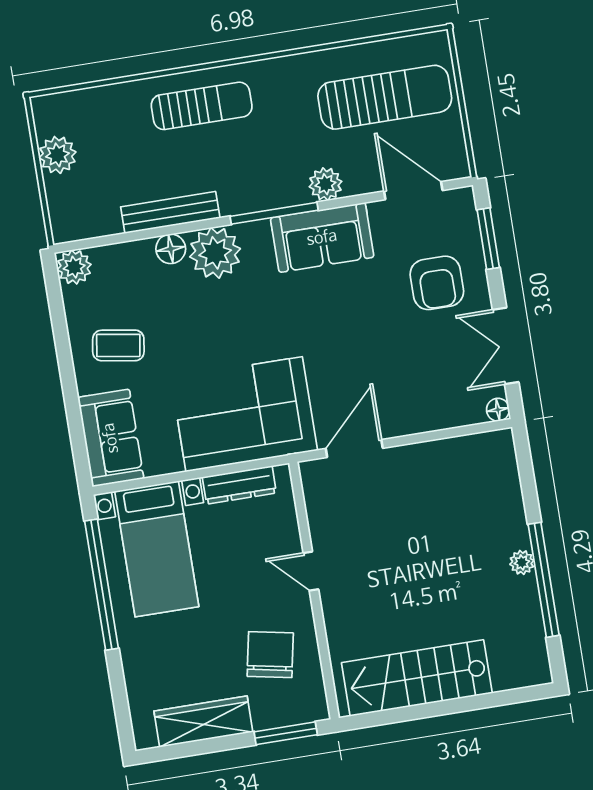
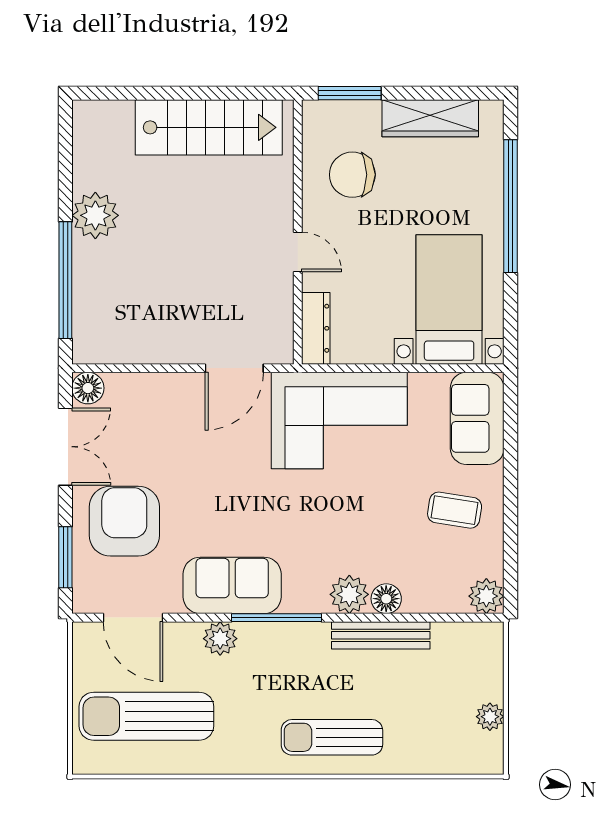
plant: (57, 155) -> (490, 717), width x0.73, depth x0.73
plant: (215, 253) -> (349, 594), width x0.73, depth x0.73
armchair: (437, 283) -> (124, 521), width x1.36, depth x1.36
floor lamp: (498, 410) -> (88, 388), width x1.37, depth x1.37
dresser: (239, 485) -> (316, 328), moved, turned 90
plant: (522, 562) -> (95, 215), width x1.87, depth x1.87
window: (544, 580) -> (65, 280), moved
window: (101, 585) -> (510, 206), moved
chair: (270, 655) -> (352, 175), turned 79

